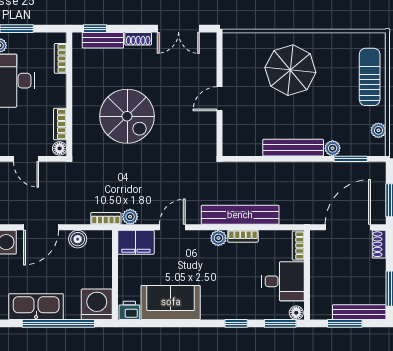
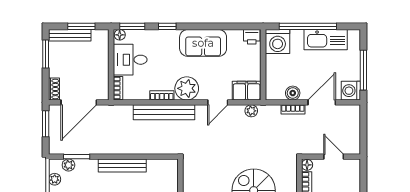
plant: (333, 148) -> (68, 165), moved
bookcase: (106, 218) -> (293, 109), moved
plant: (218, 238) -> (187, 88), width x1.88, depth x1.88
sofa: (171, 302) -> (203, 43), moved

